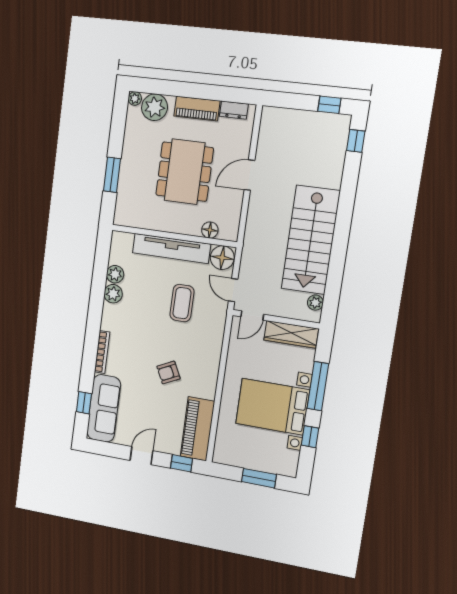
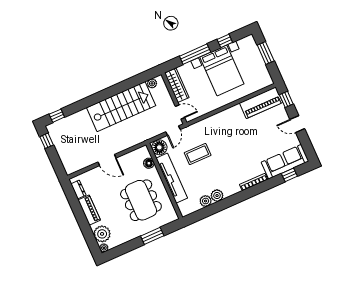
dining table: (185, 172) -> (141, 200), moved, turned 90
armchair: (168, 373) -> (241, 138), removed

